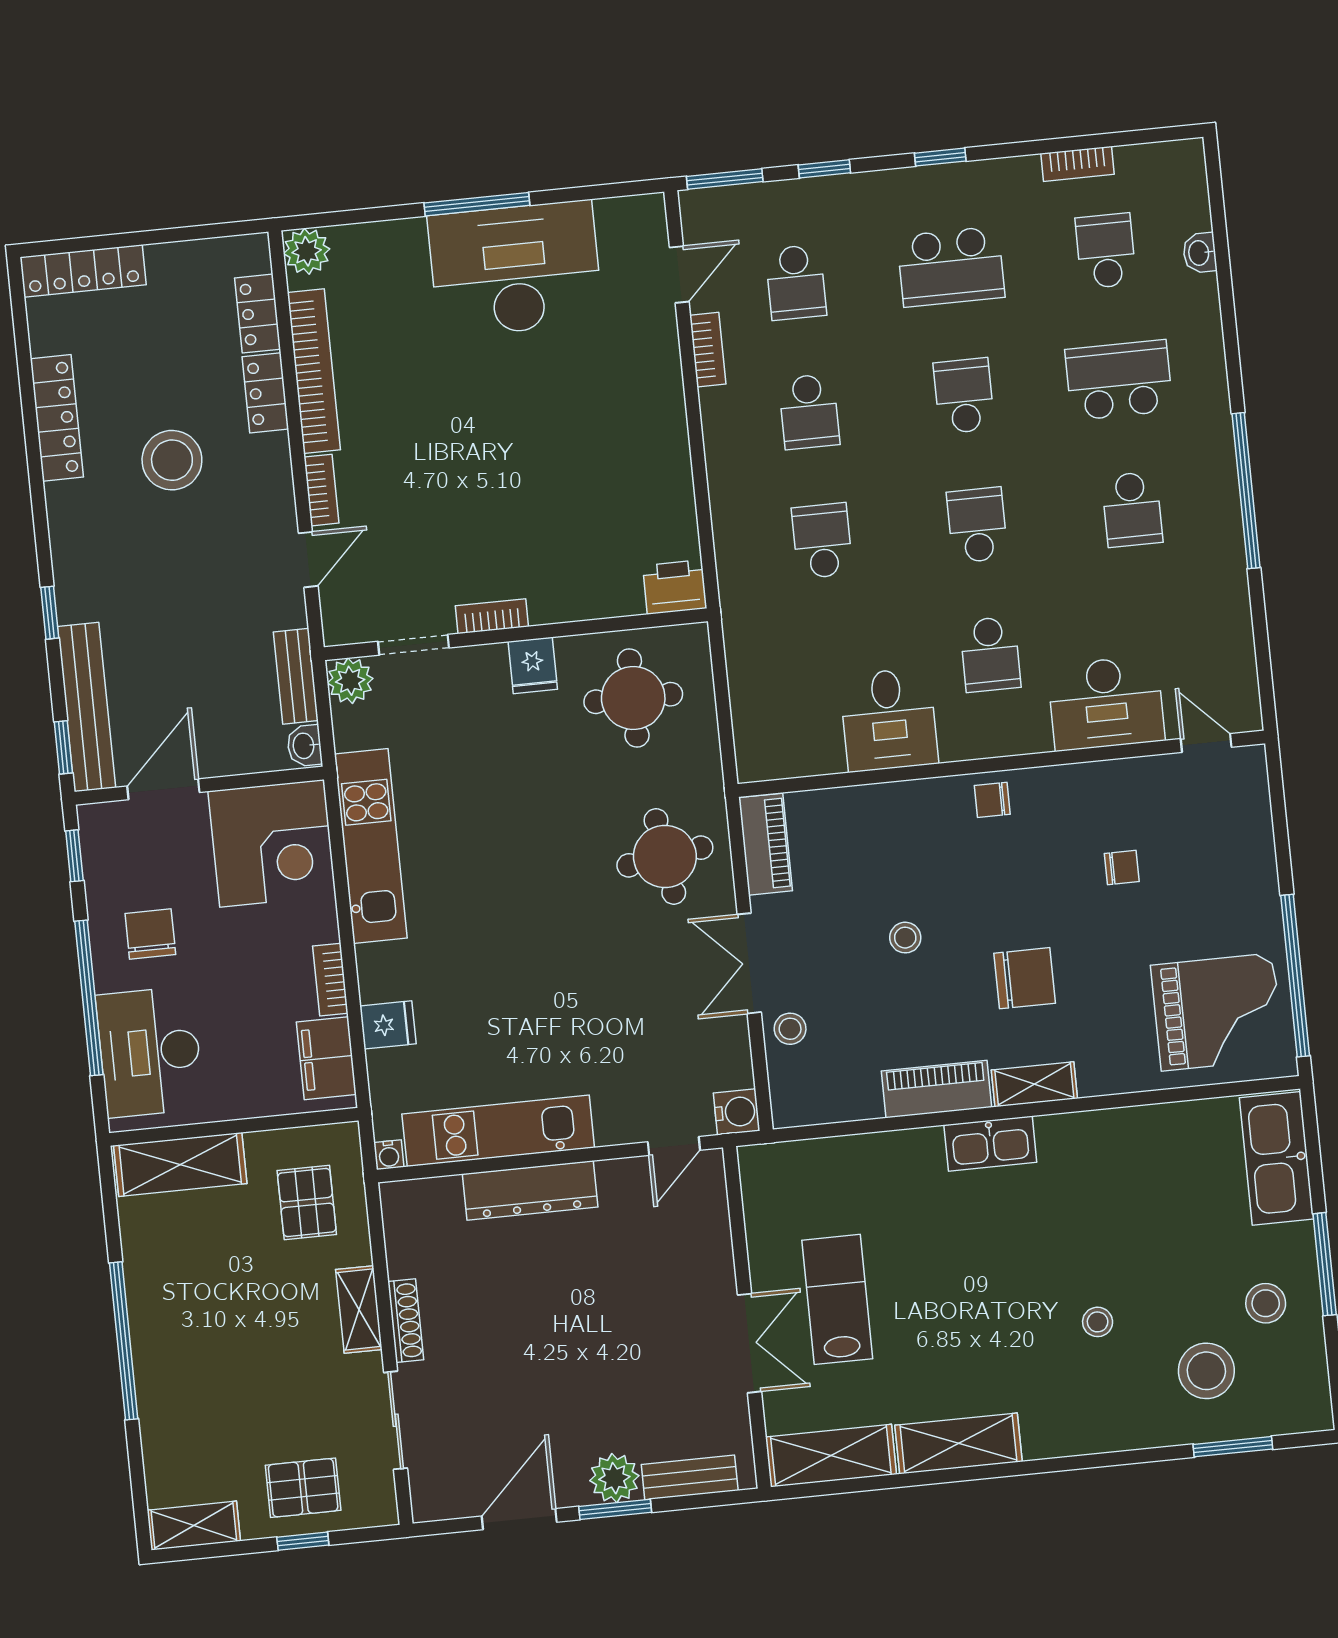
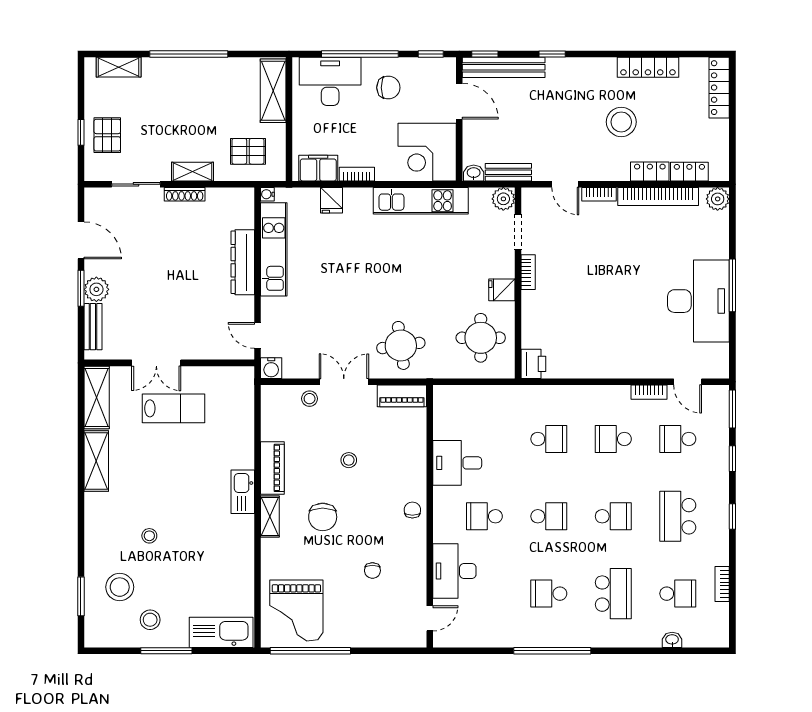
shelving: (194, 1526) -> (119, 67), moved, turned 90

